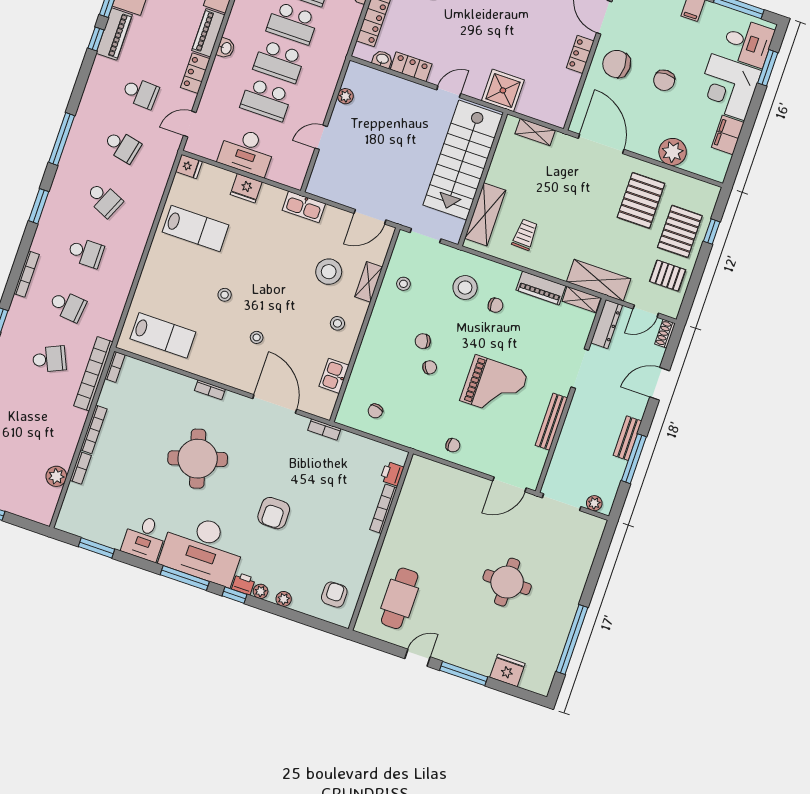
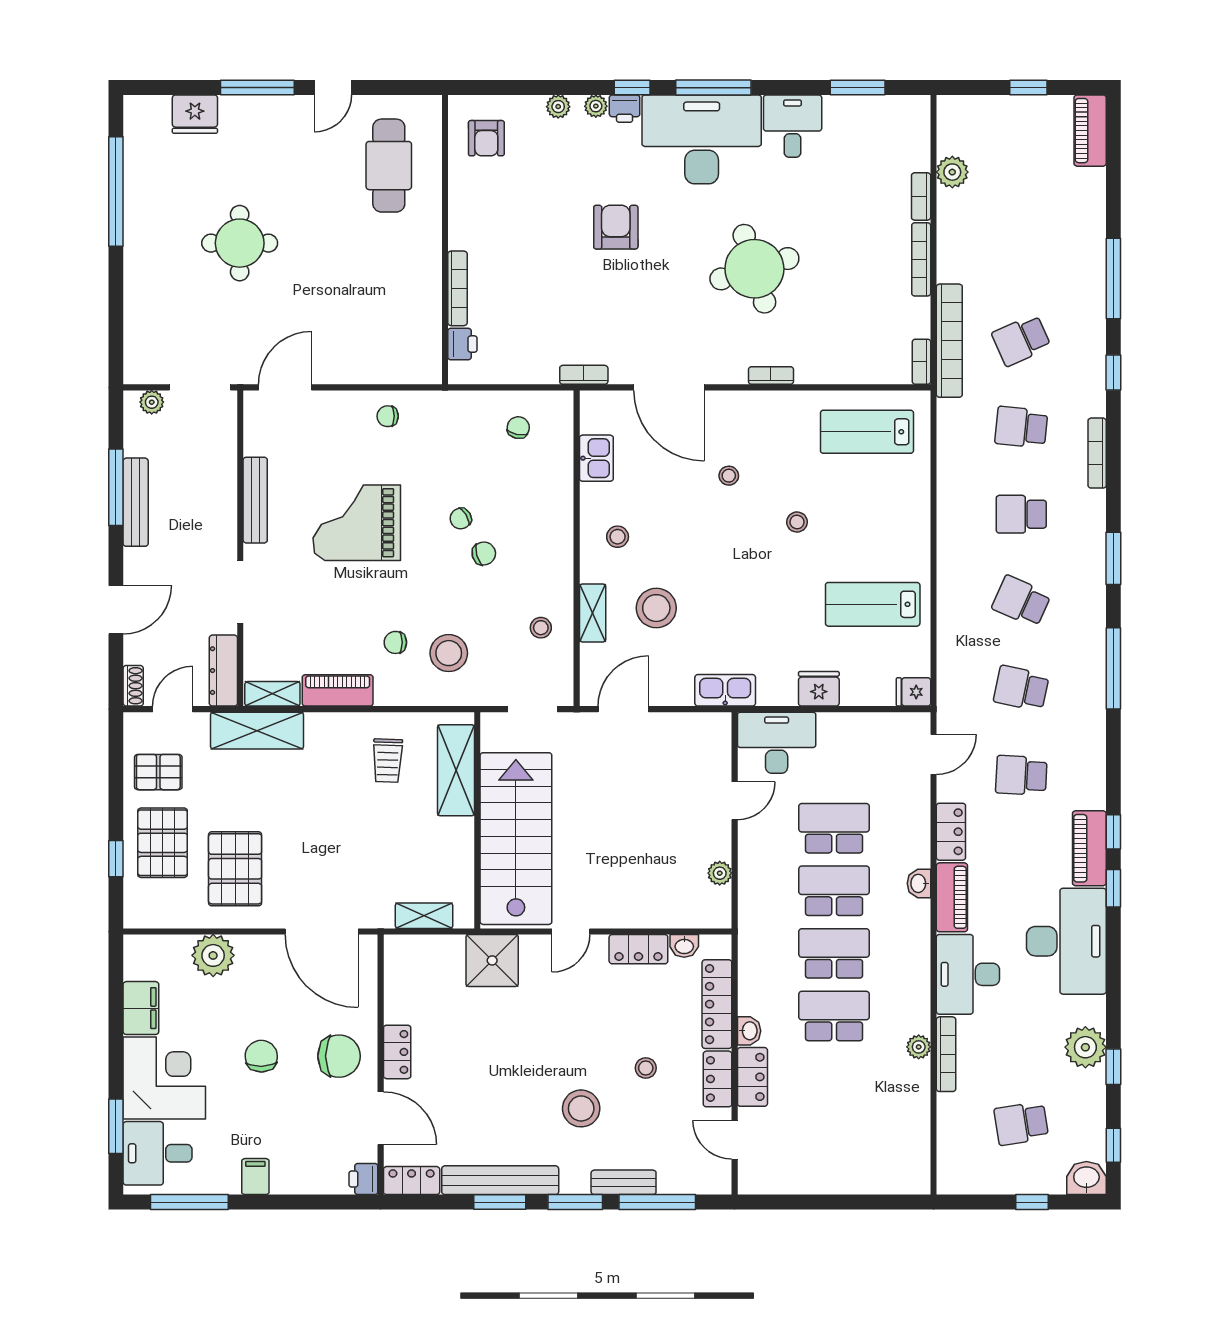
desk: (247, 151) -> (777, 743), moved
bench: (627, 438) -> (136, 502), width x1.36

